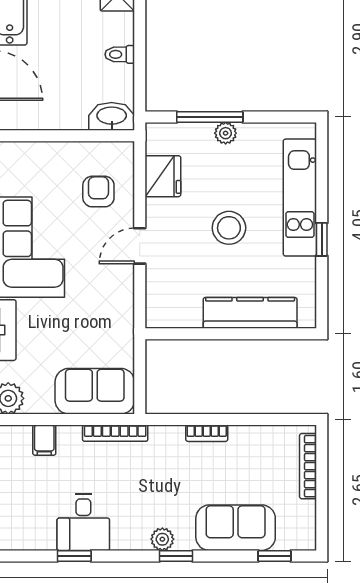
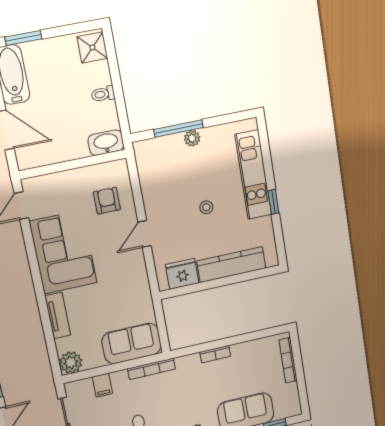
fridge: (163, 176) -> (182, 274), moved, turned -90
stool: (229, 228) -> (206, 207), width x0.53, depth x0.53

